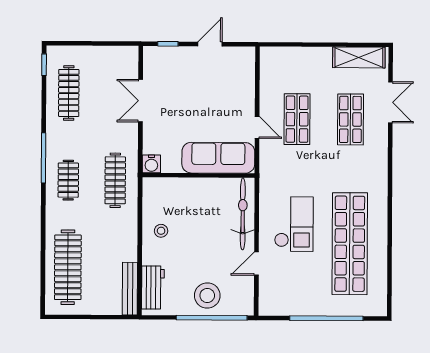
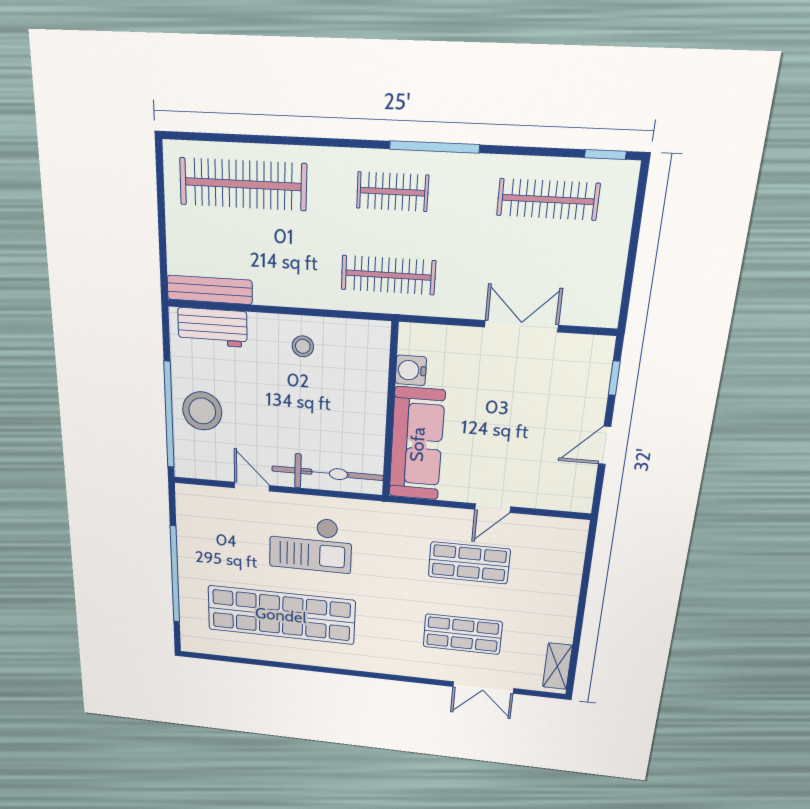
door: (210, 44) -> (605, 445), swing flipped
shelving: (359, 57) -> (557, 666), width x0.67, depth x0.75
door: (257, 127) -> (493, 508), moved
water cooler: (151, 164) -> (411, 370), moved

